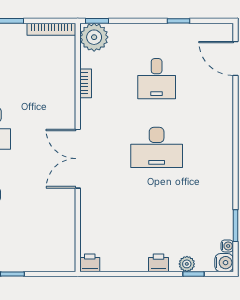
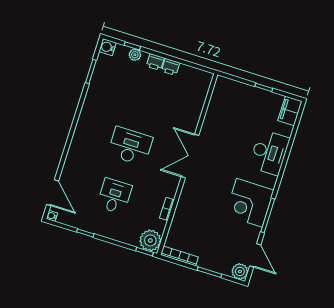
double door: (78, 159) -> (190, 156), swing flipped
water cooler: (227, 246) -> (52, 216), moved
printer: (90, 263) -> (171, 67), moved

